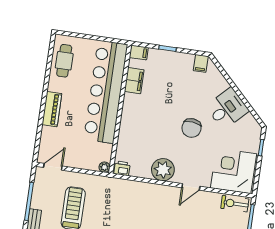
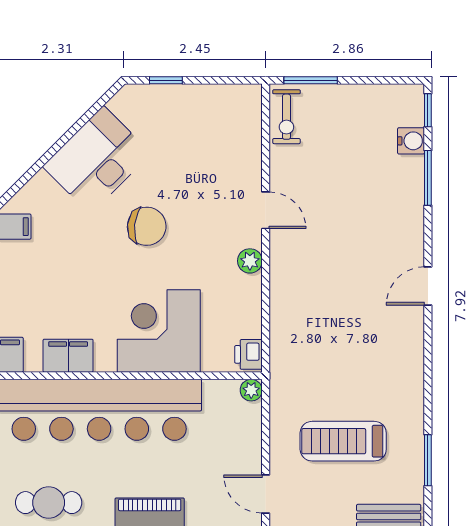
desk: (227, 108) -> (97, 160), width x1.37
plant: (163, 170) -> (250, 261), width x0.53, depth x0.53
corner desk: (233, 171) -> (159, 331), moved, turned 90

